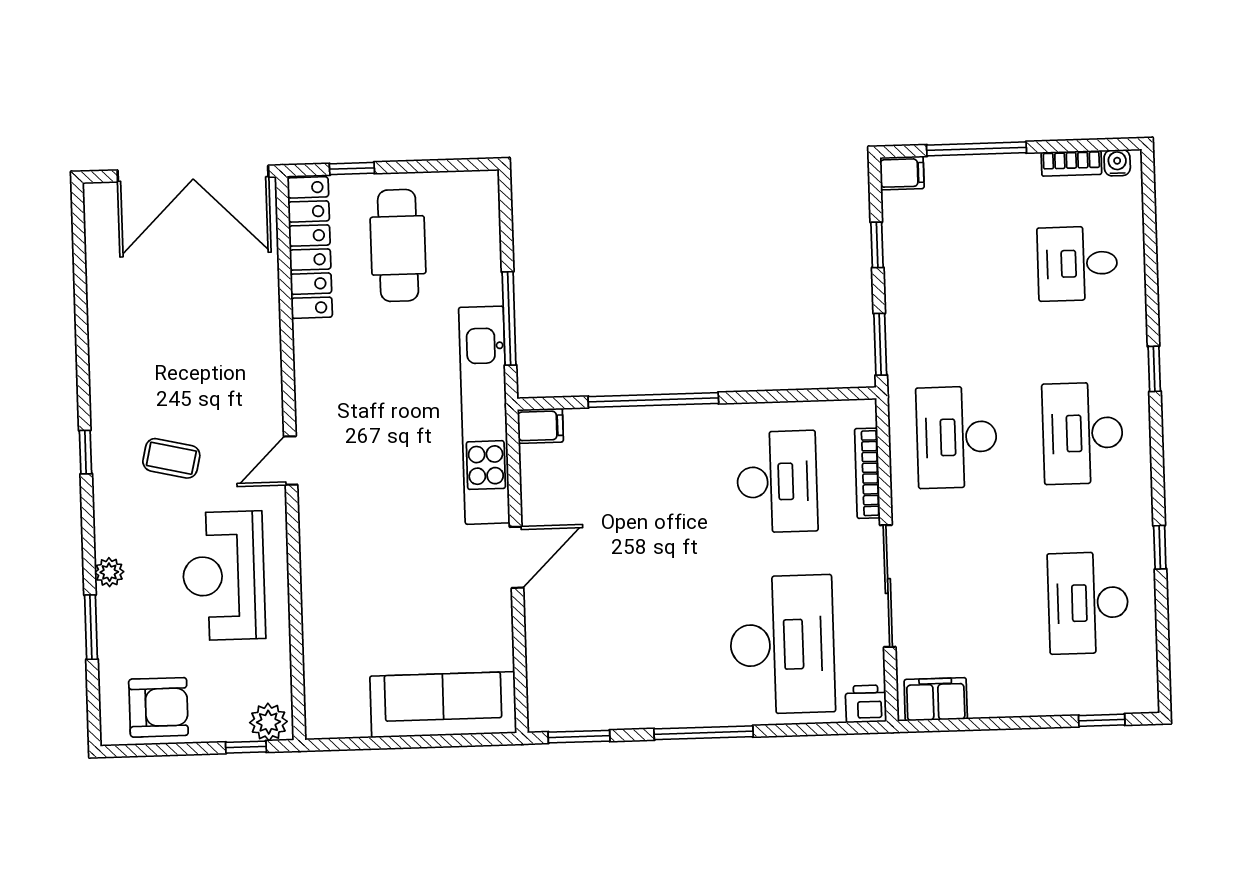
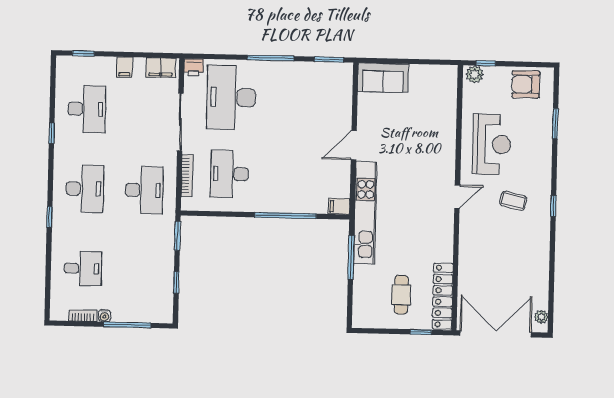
water cooler: (1117, 163) -> (104, 316), moved
filing cabinet: (902, 173) -> (125, 67), moved, turned -90
cafe table: (398, 245) -> (401, 295), width x0.73, depth x0.74
plant: (109, 572) -> (541, 317), moved
sofa: (443, 705) -> (383, 78), width x0.73

